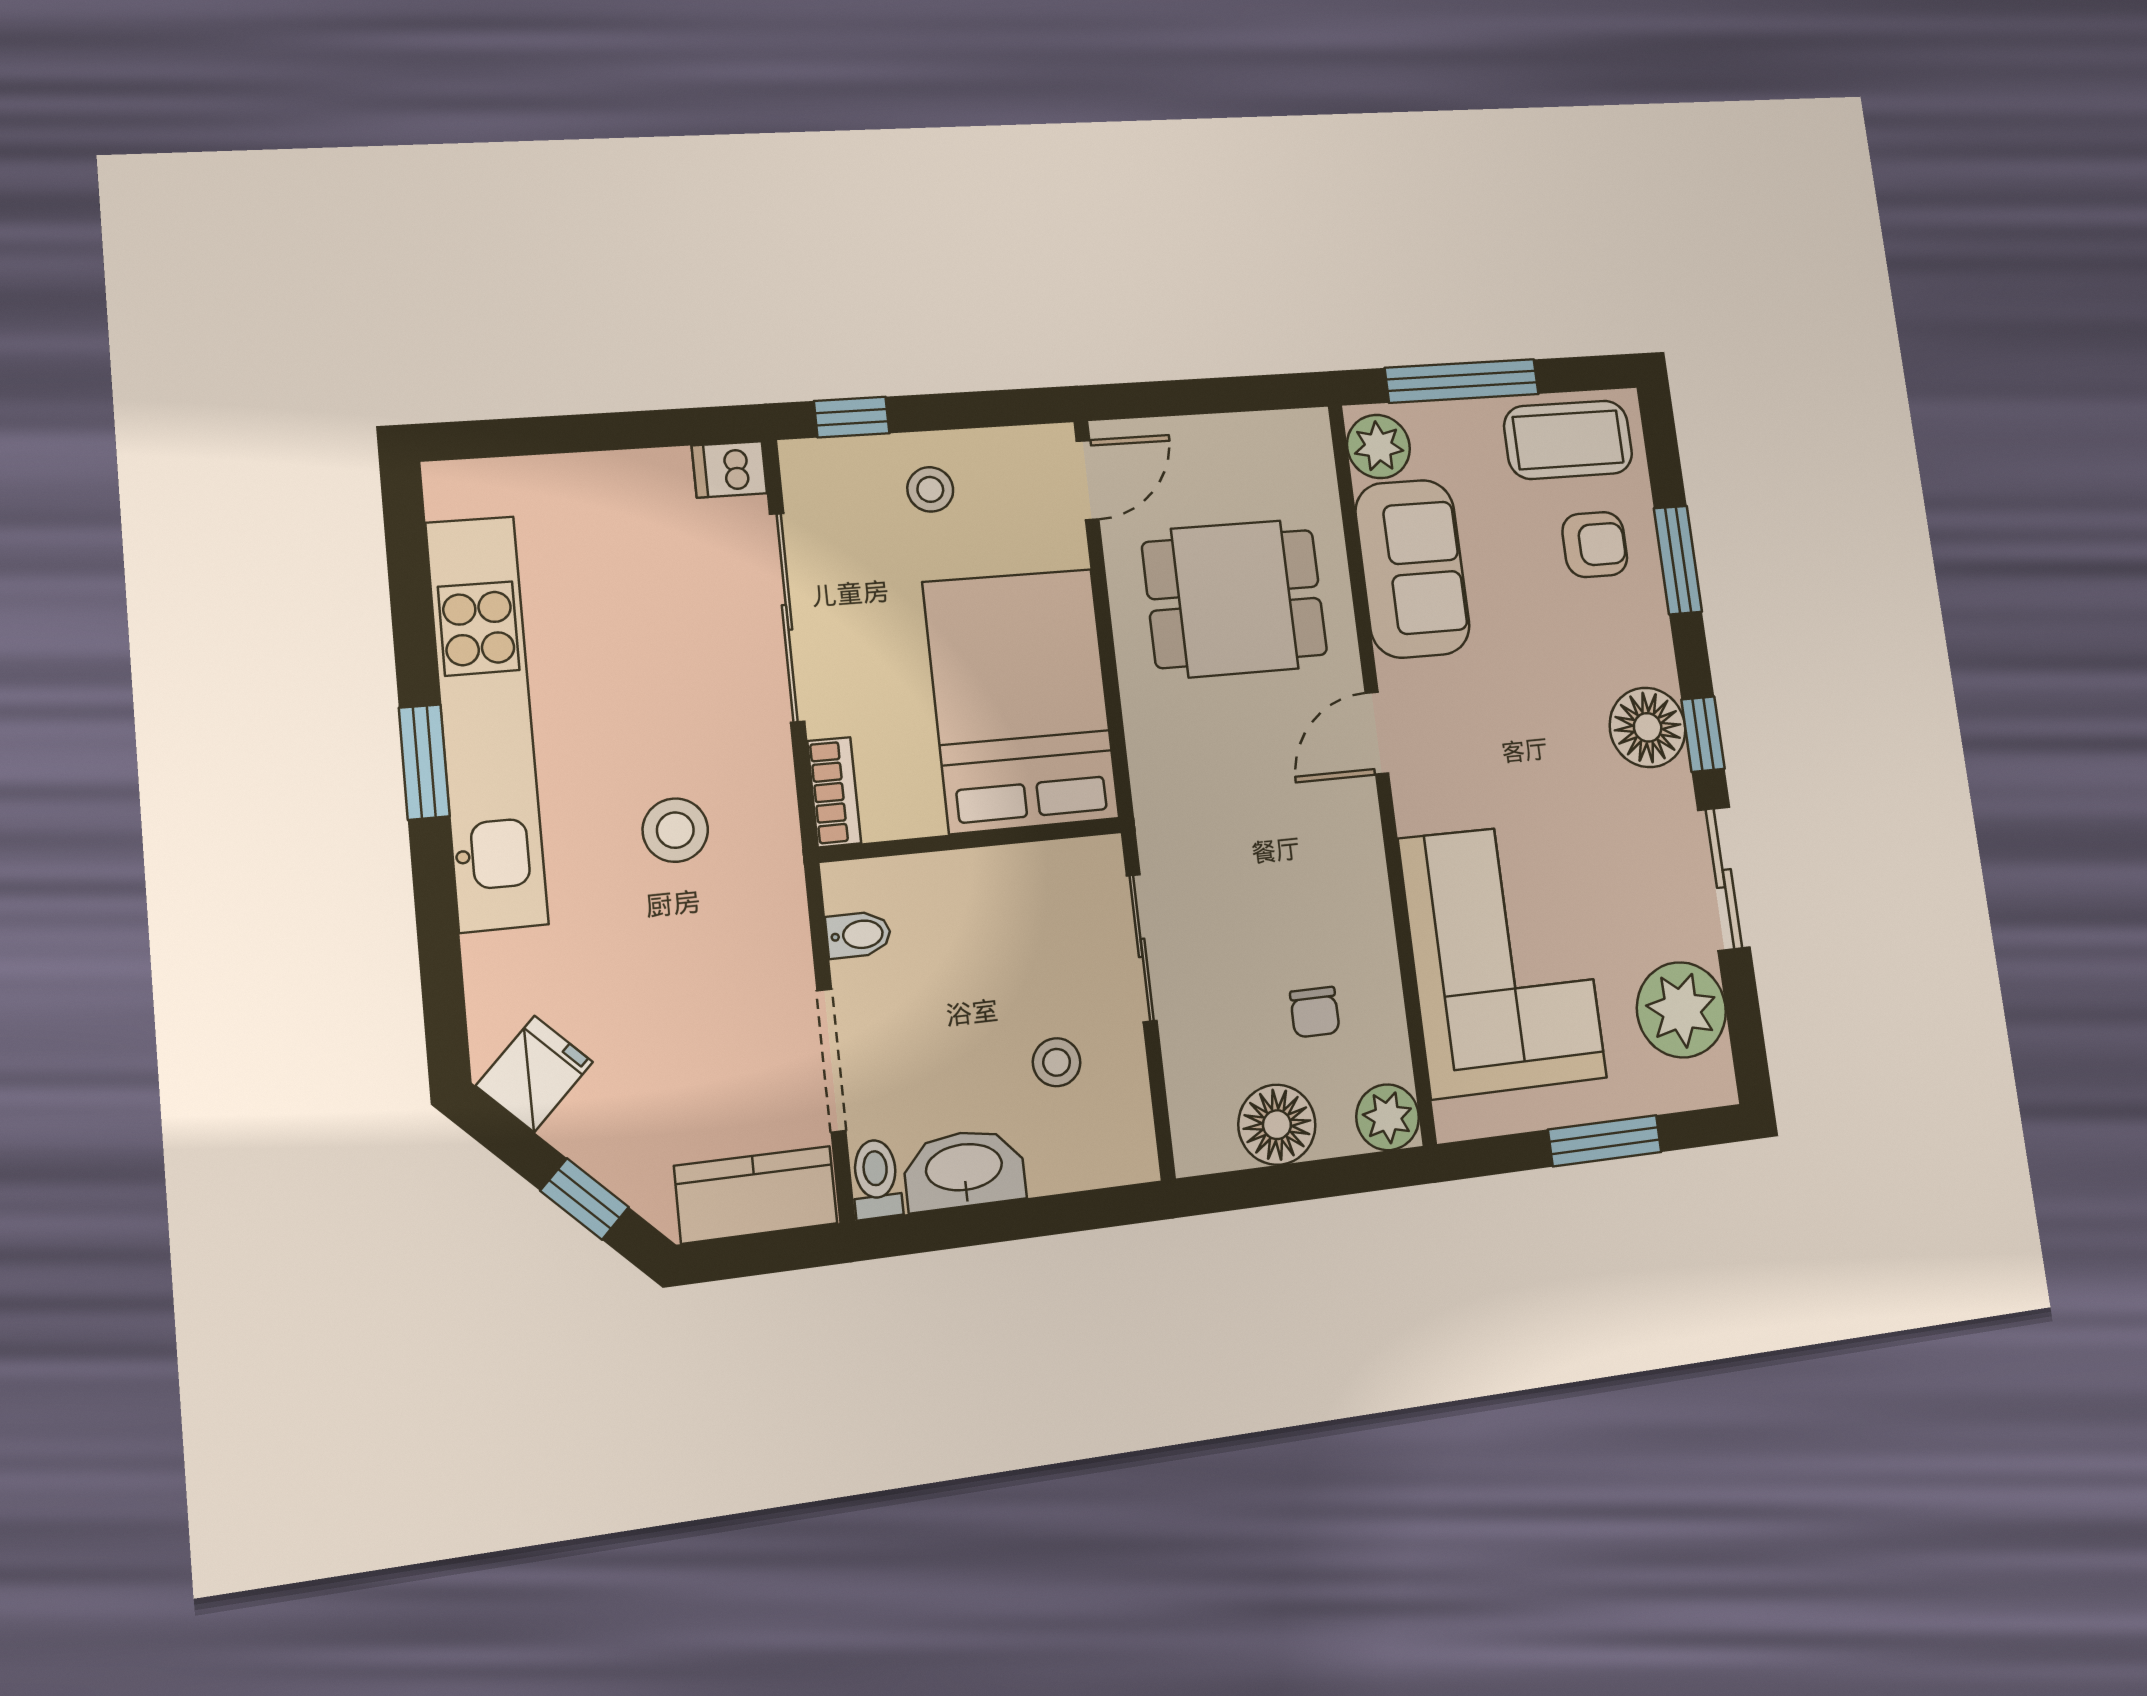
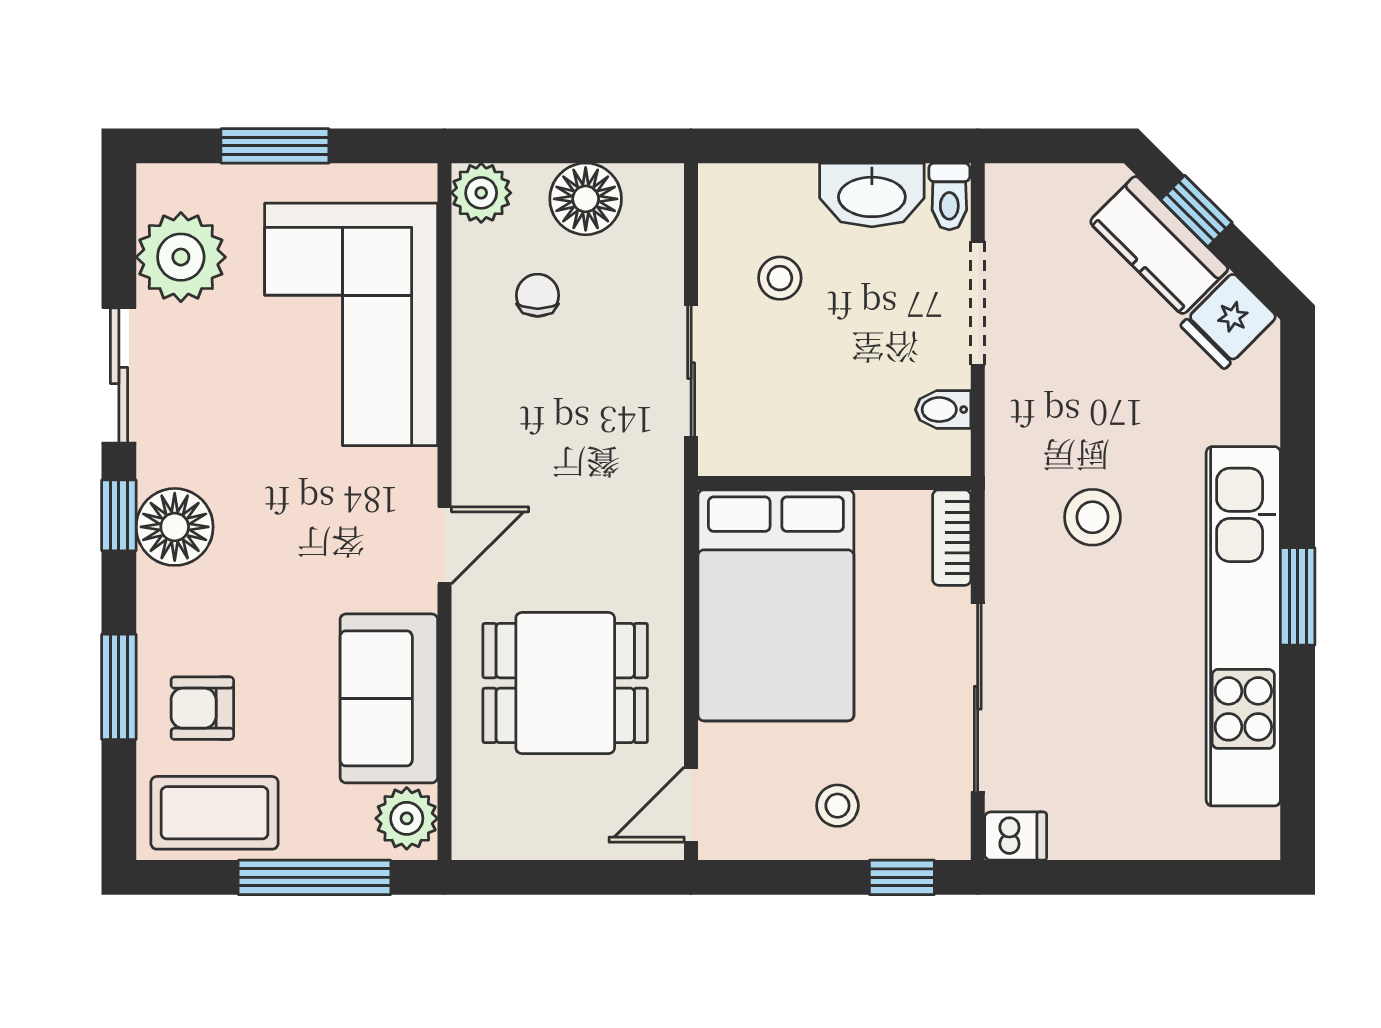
kitchen counter: (756, 1195) -> (1159, 245), moved, turned 45

